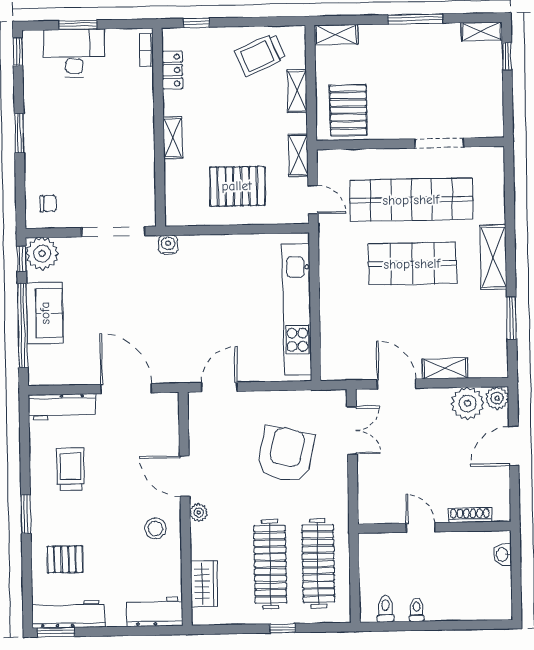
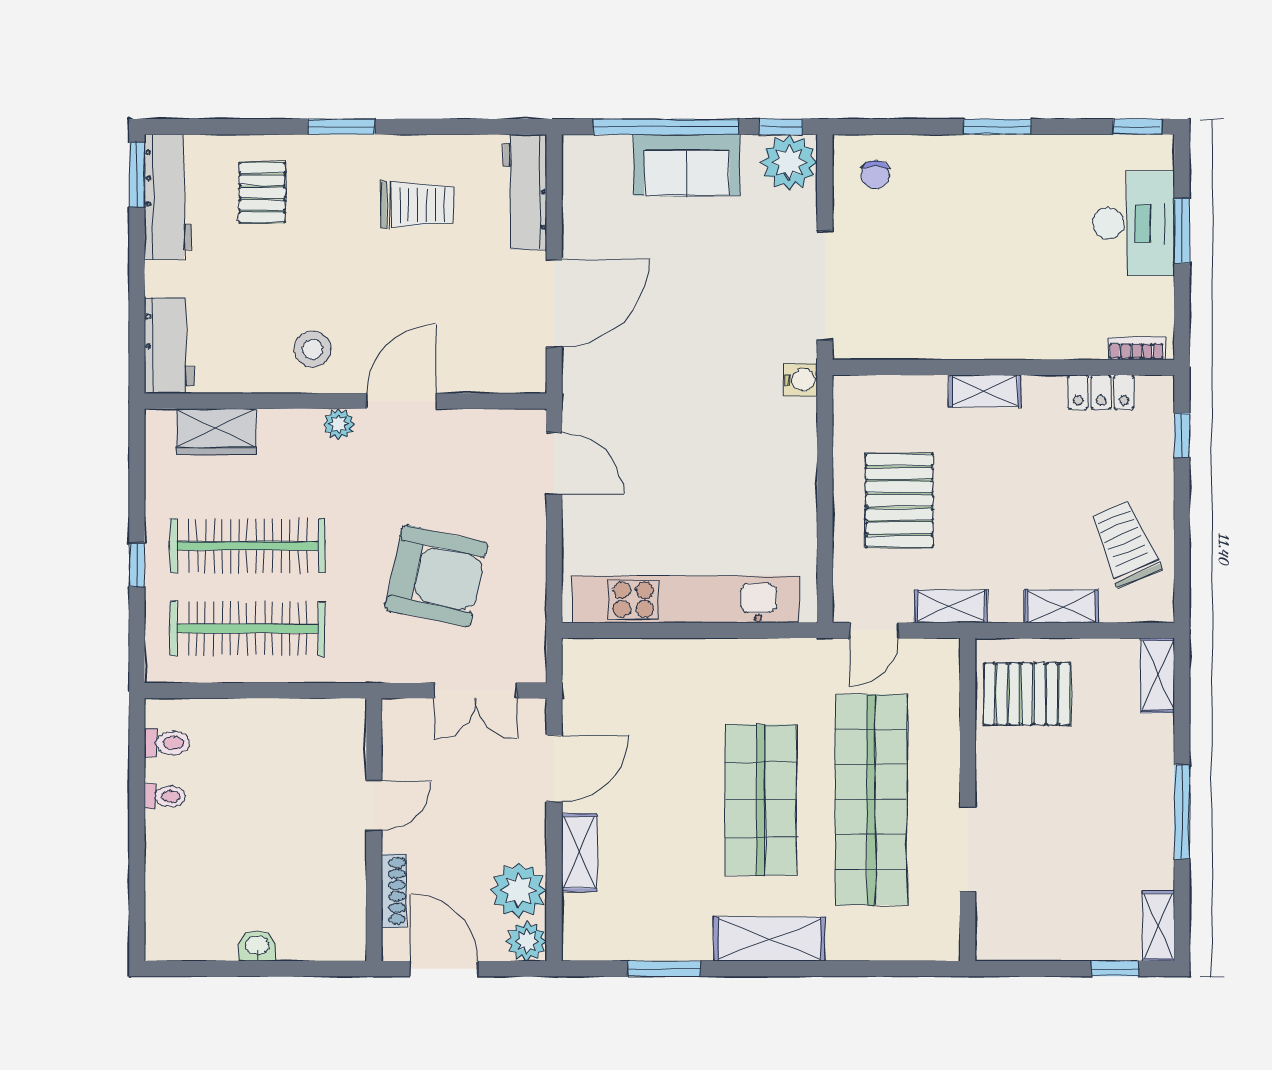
shoe rack: (470, 515) -> (394, 891), moved
wall: (434, 527) -> (374, 830), moved
door: (421, 528) -> (374, 806), moved

